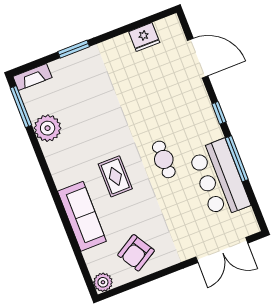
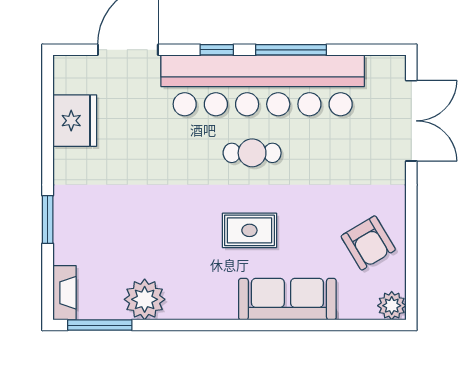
fridge: (144, 37) -> (75, 121), width x1.36, depth x1.34
bar counter: (219, 179) -> (263, 85), width x1.86

